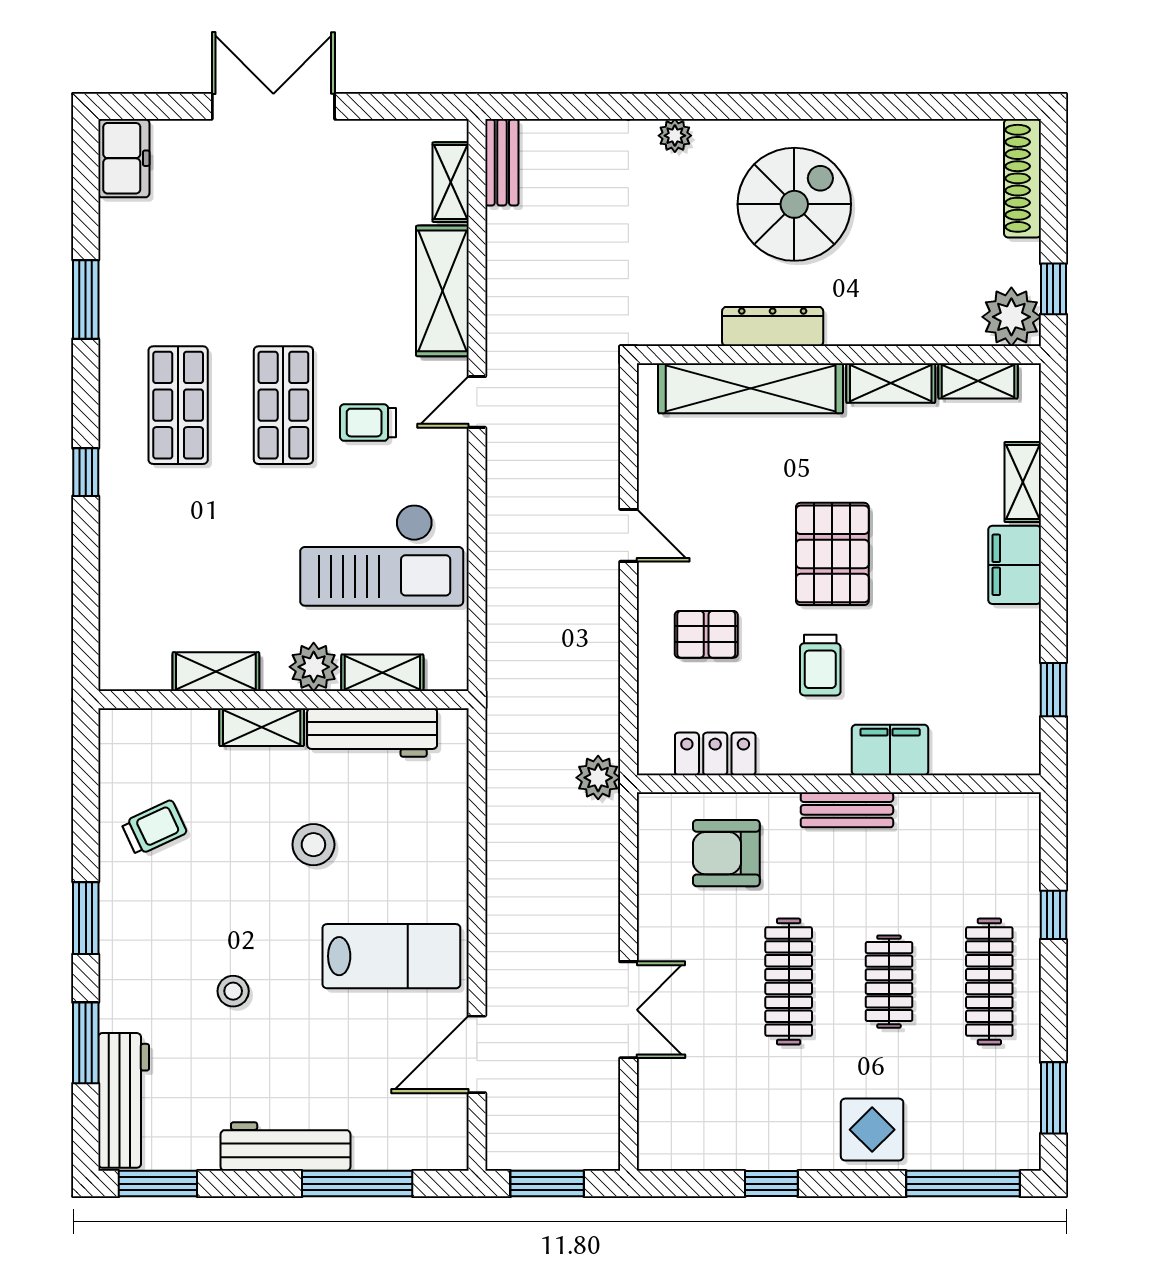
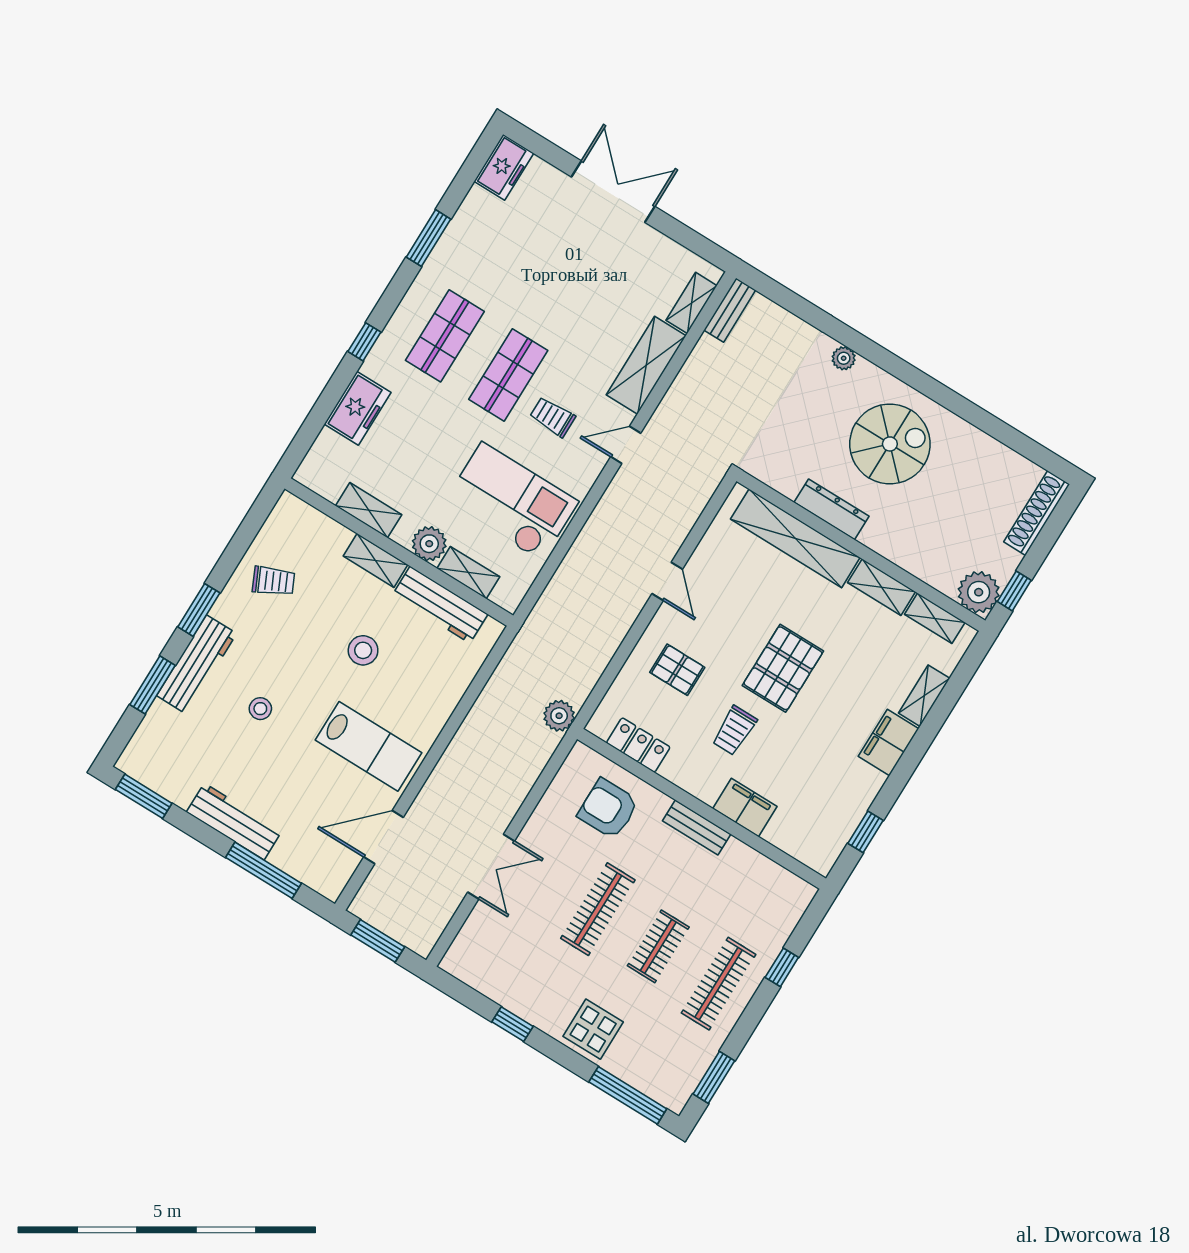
checkout: (382, 555) -> (512, 502), turned 180
freezer: (127, 557) -> (358, 408), added
workbench: (124, 1100) -> (197, 665), moved

